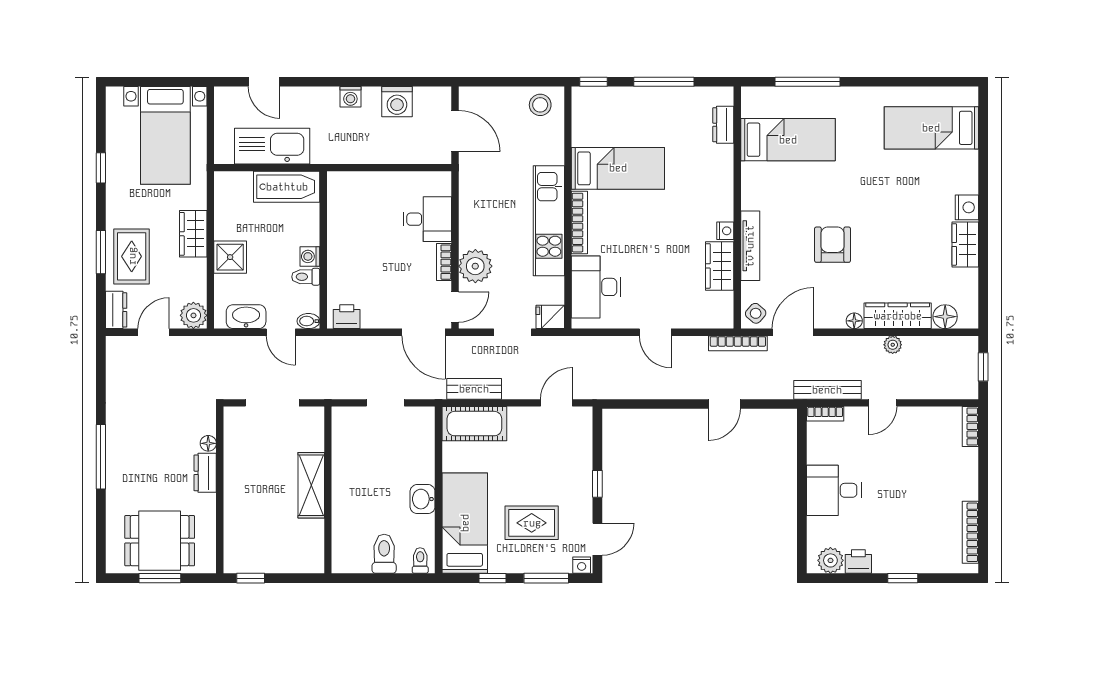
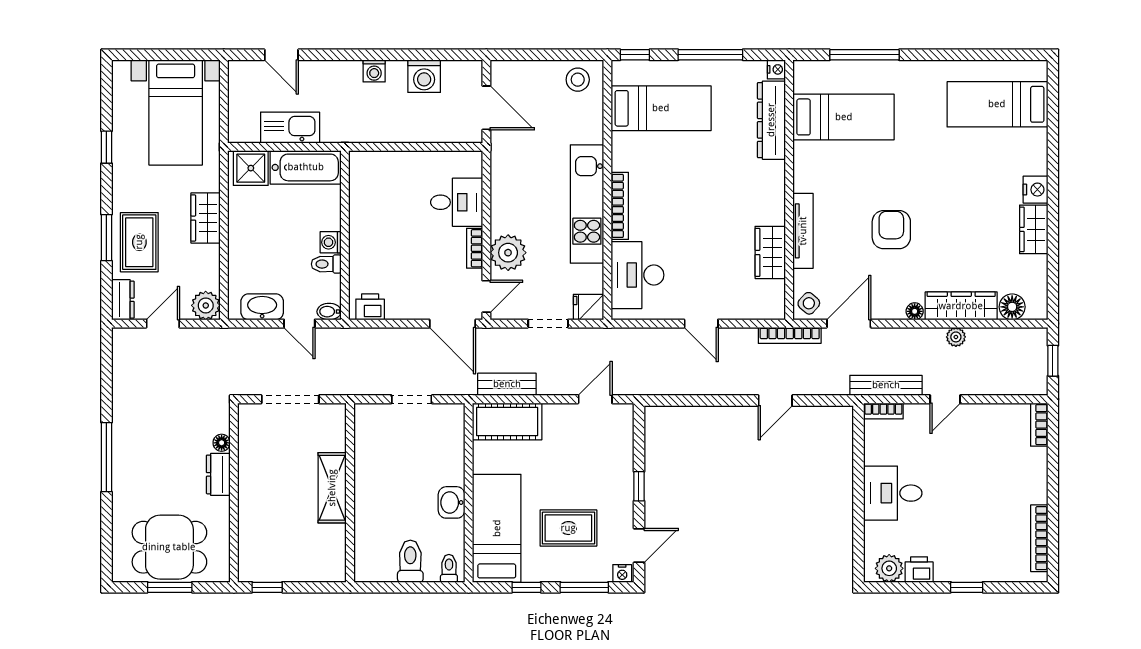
dresser: (723, 125) -> (771, 120), width x1.96, depth x1.24
kitchen sink: (272, 146) -> (290, 128), width x0.73, depth x0.81
bed: (618, 168) -> (661, 108), moved
nightstand: (725, 231) -> (776, 69), moved
shower: (230, 257) -> (251, 168), moved

